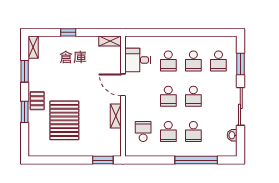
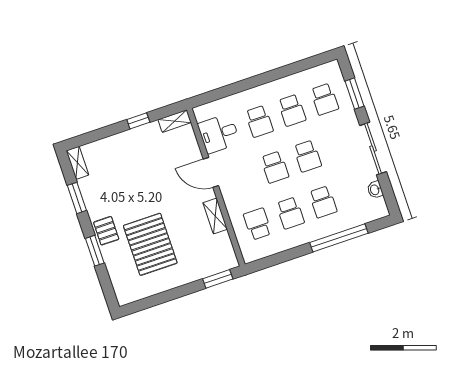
window: (68, 32) -> (138, 121), moved

